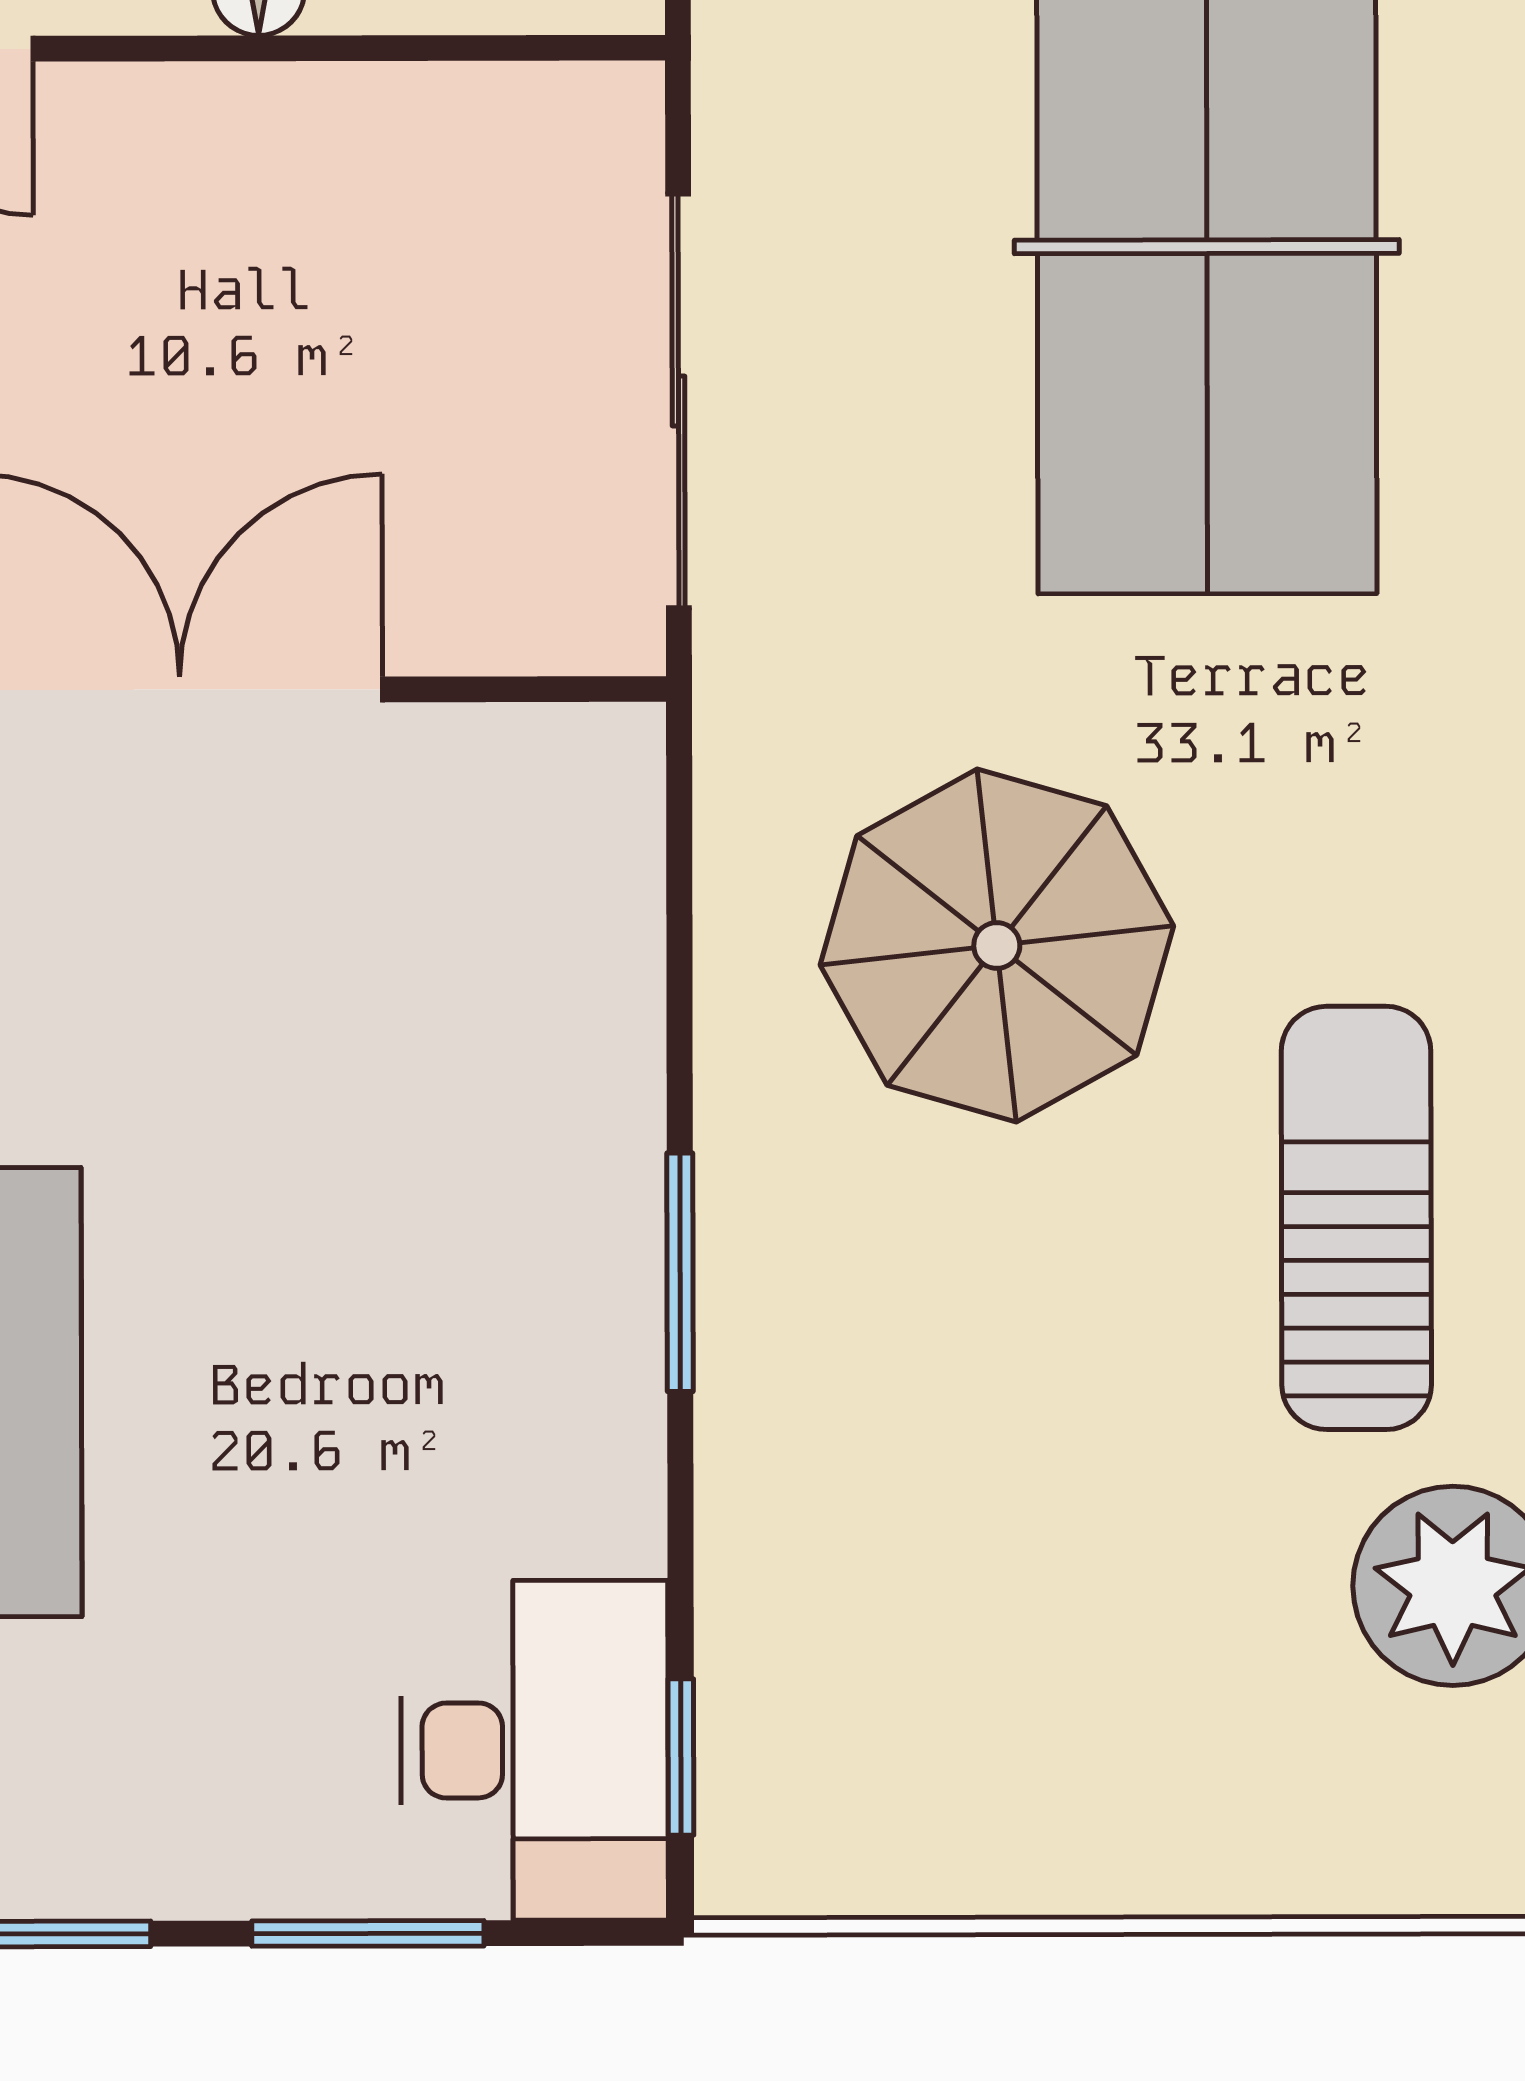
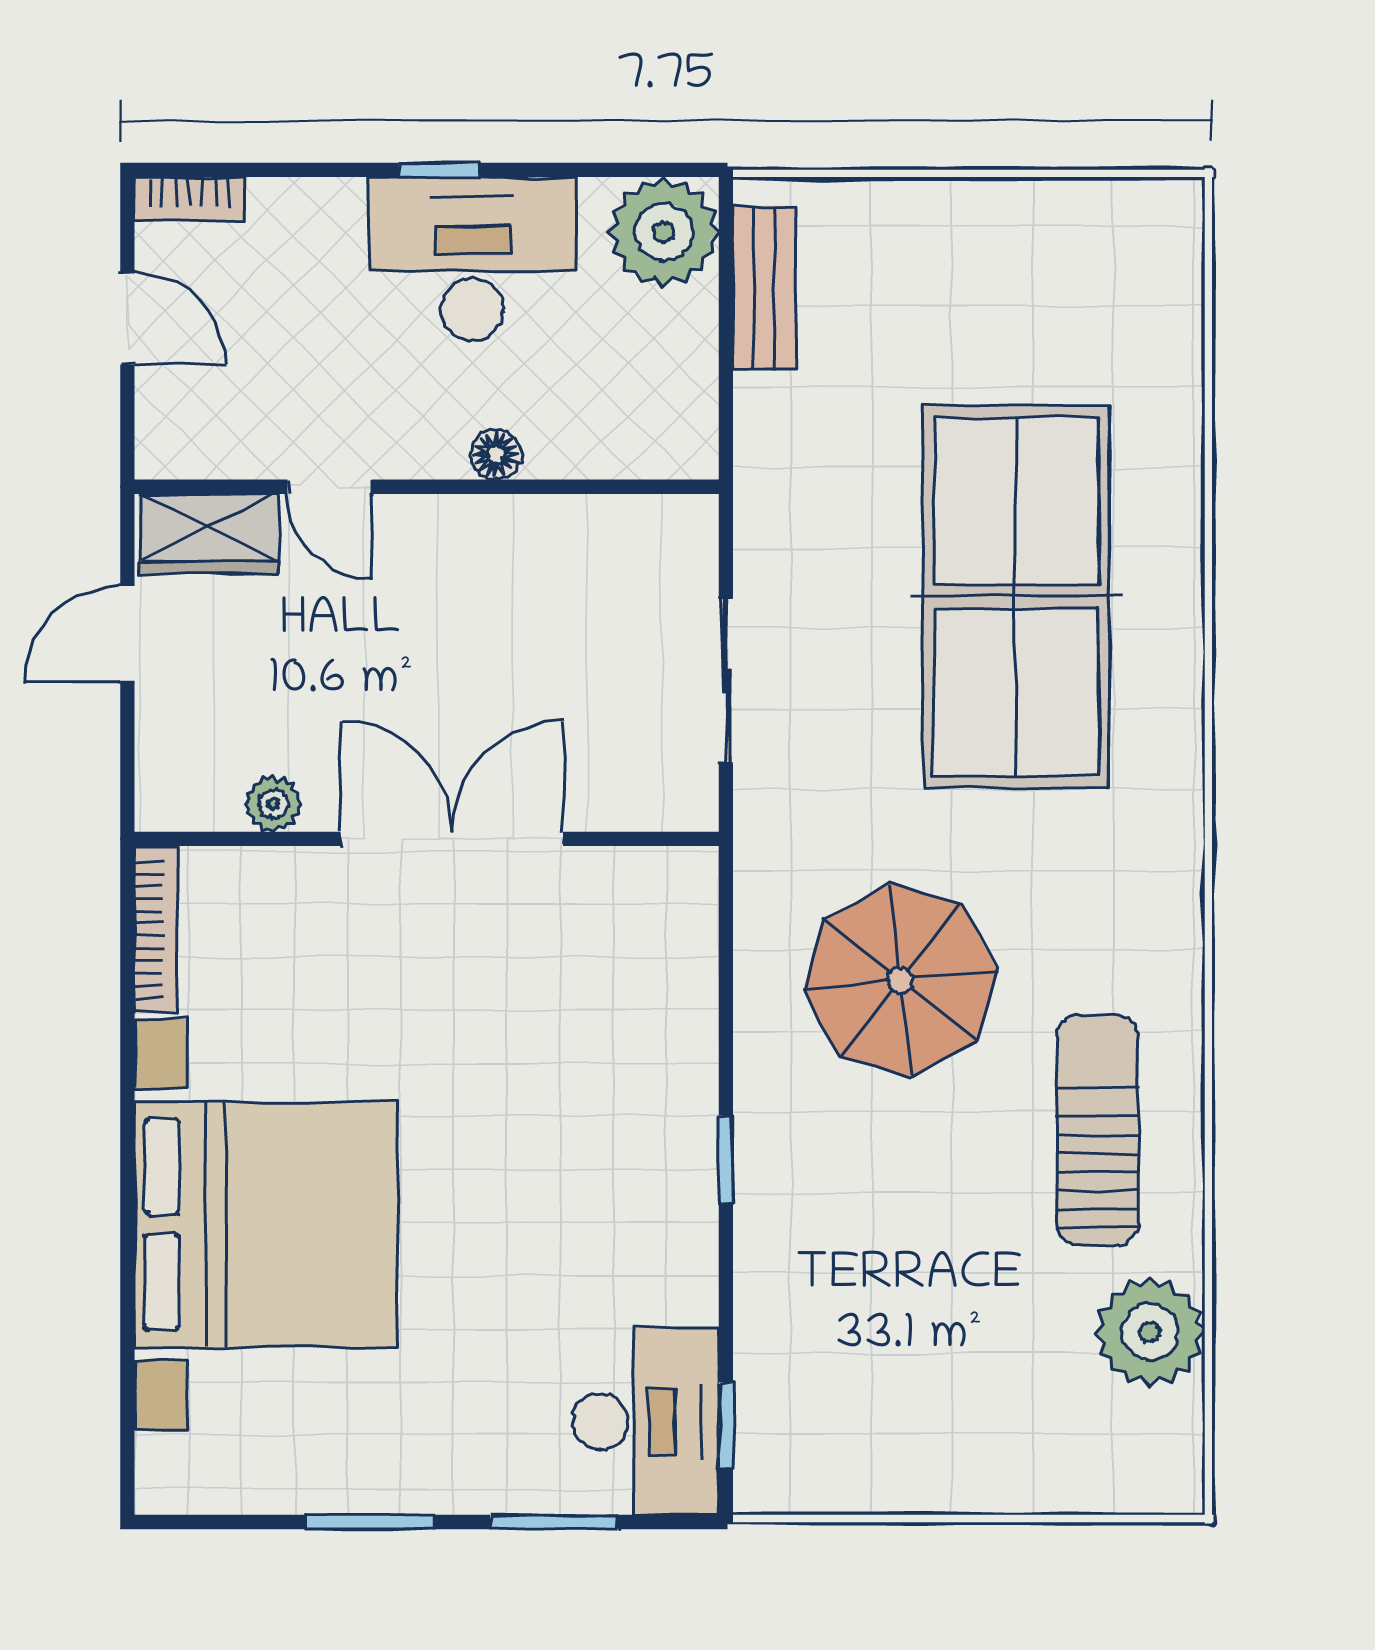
sliding door: (678, 401) -> (726, 681), width x0.73
window: (680, 1272) -> (726, 1159), width x0.67

